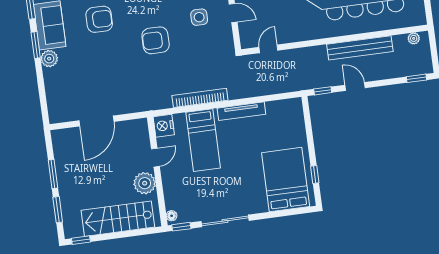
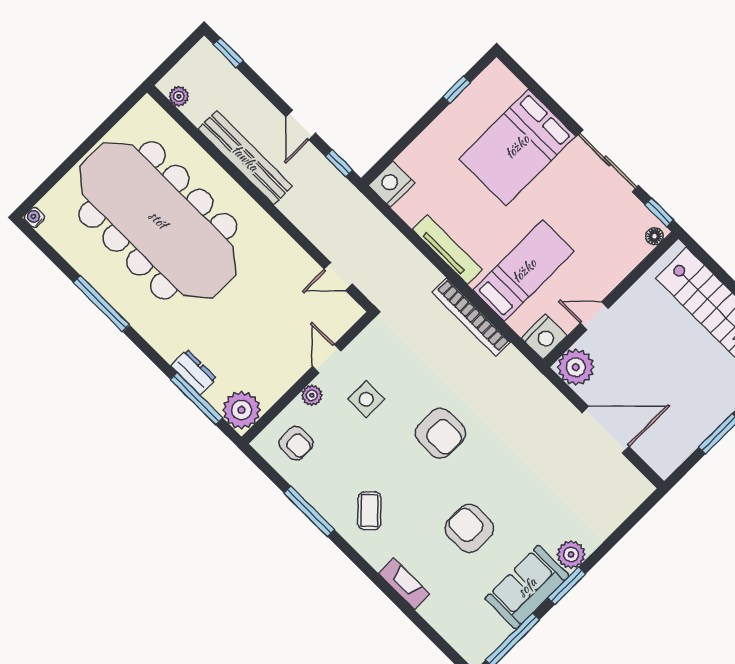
nightstand: (293, 108) -> (392, 184), added
bed: (286, 180) -> (517, 147), moved
plant: (145, 183) -> (576, 367), moved

